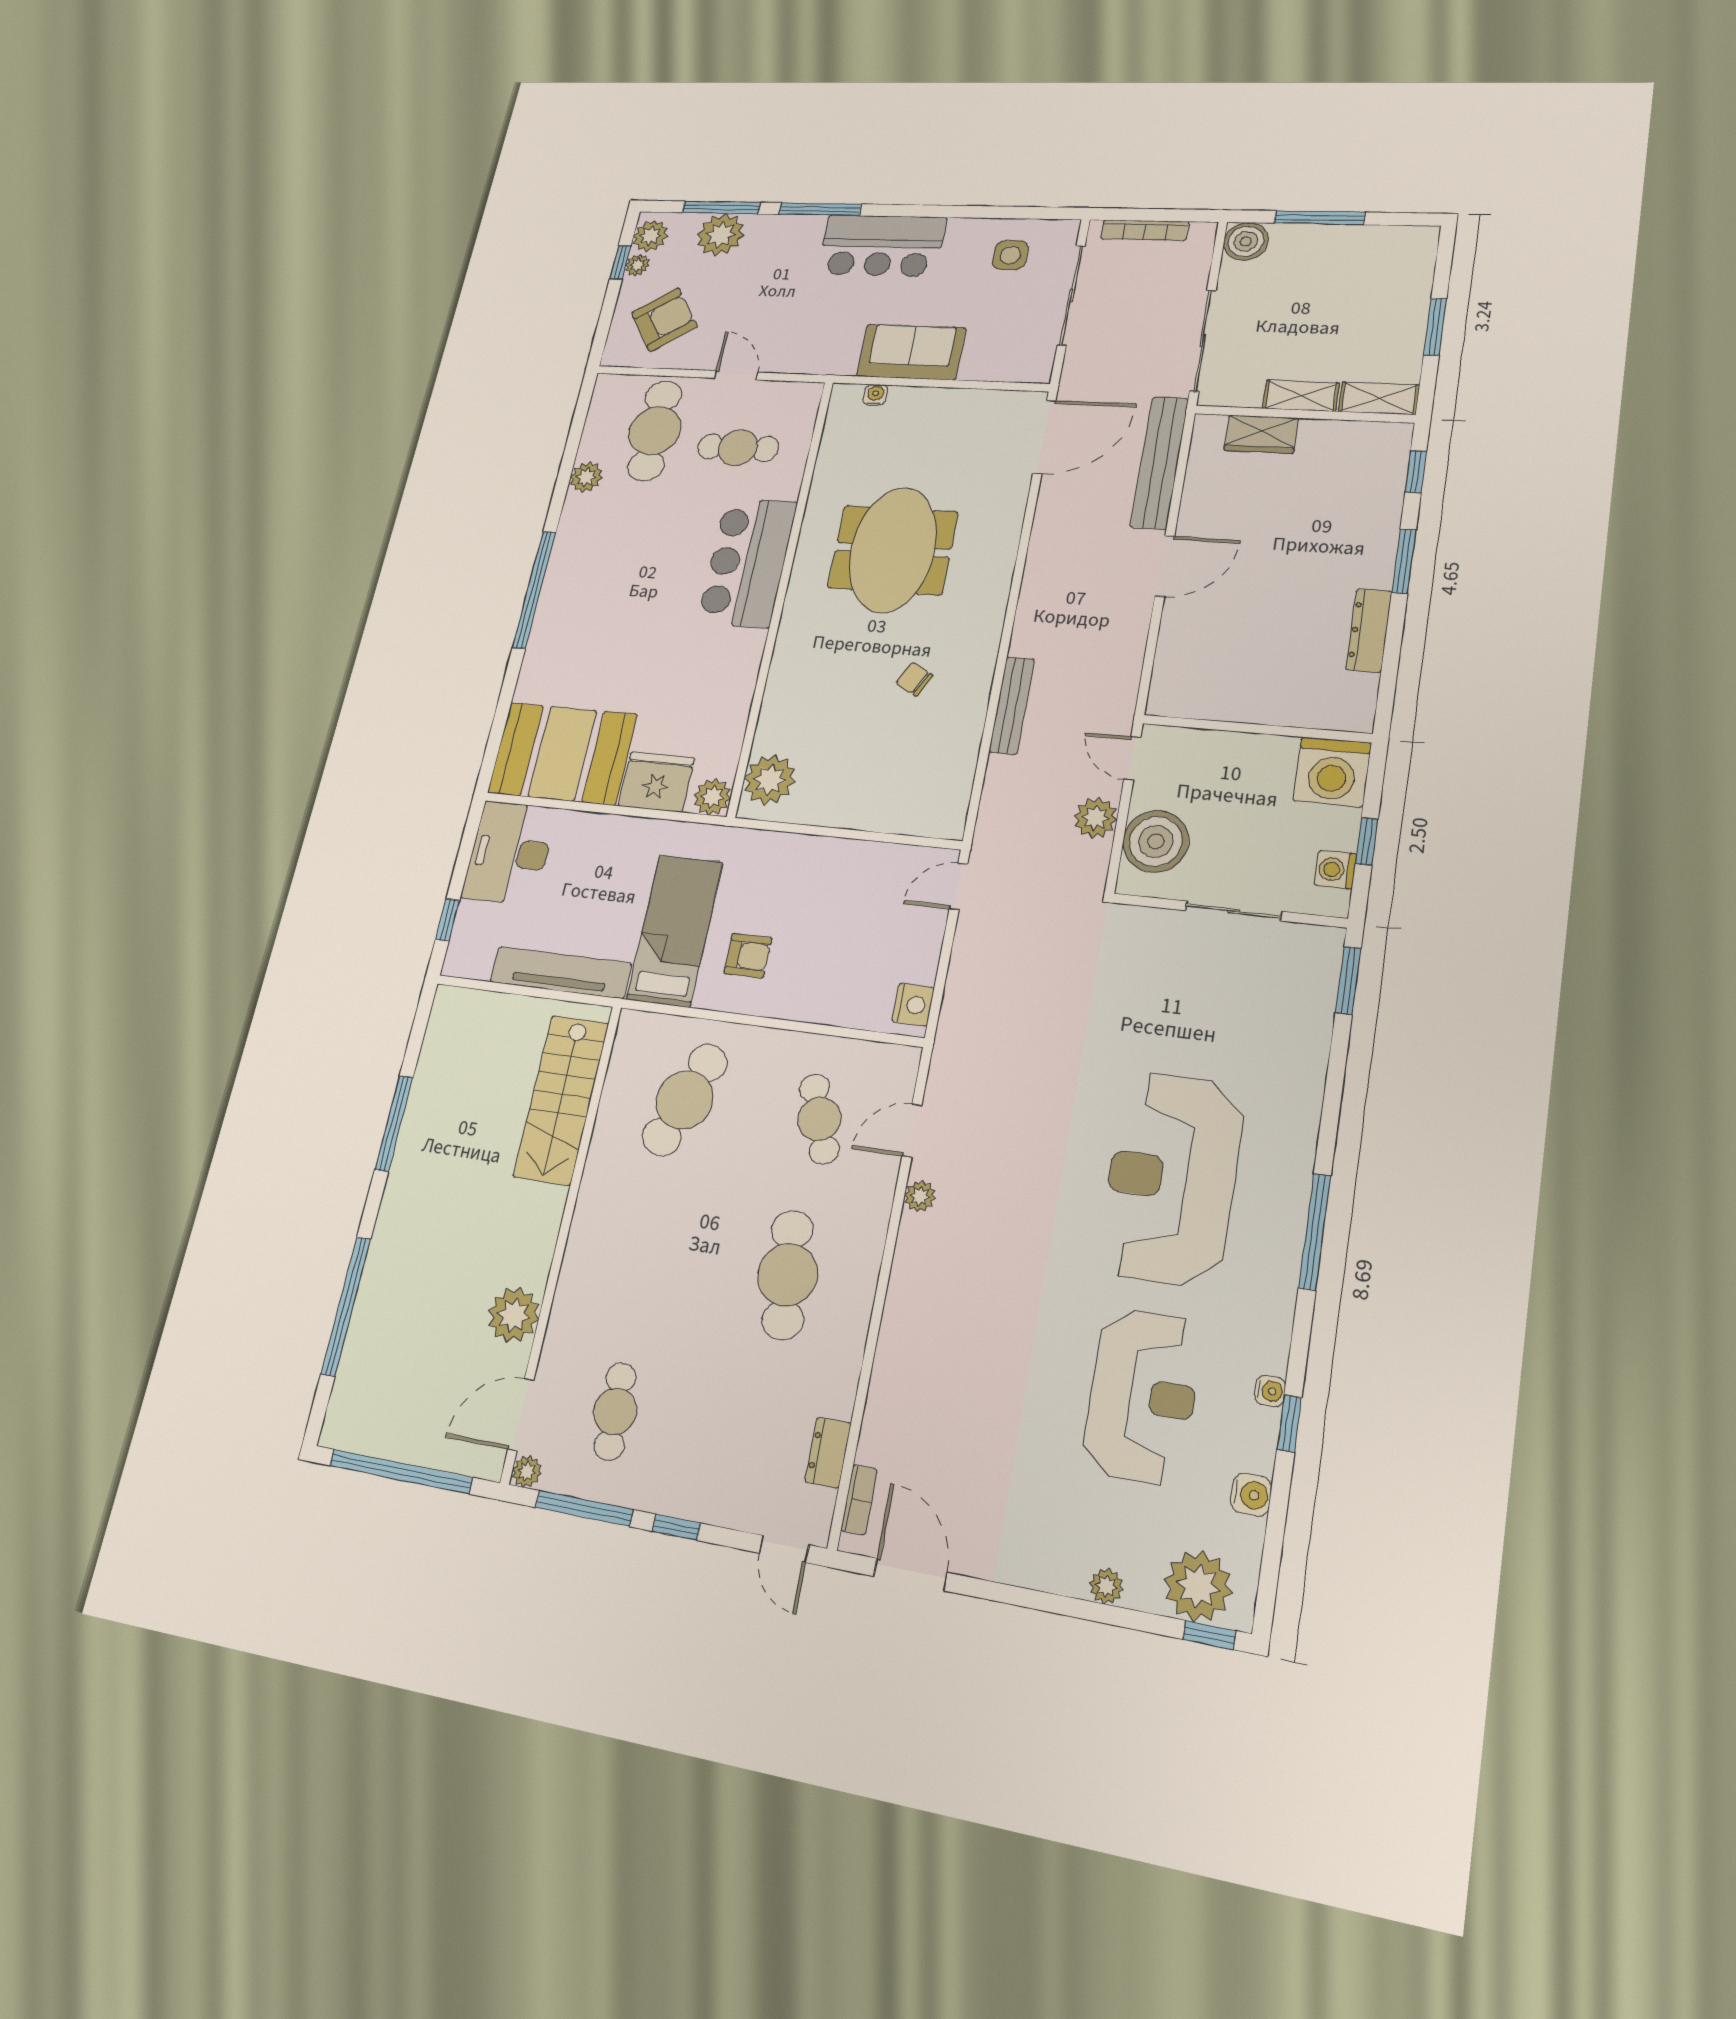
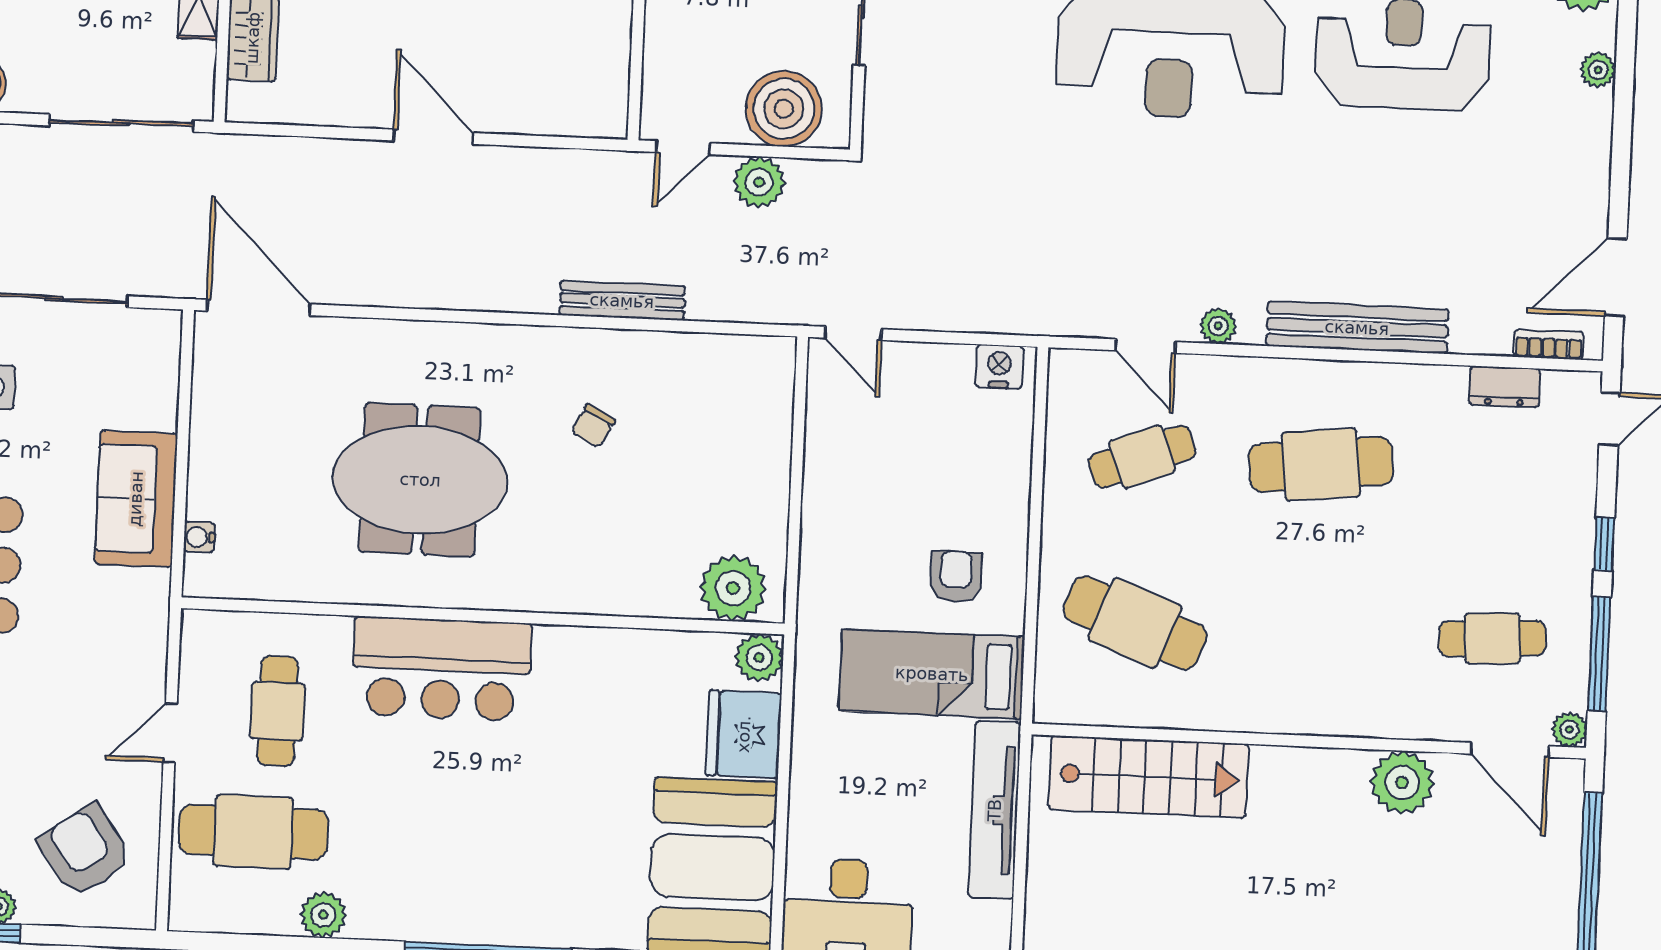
bench: (1160, 462) -> (1357, 328), moved

